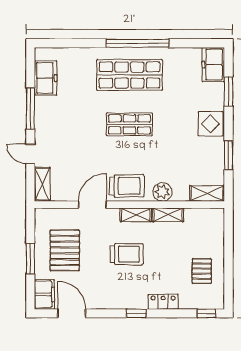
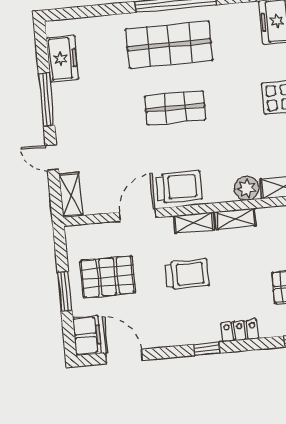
plant: (162, 192) -> (247, 188), moved
pallet: (65, 250) -> (108, 277), turned 90

